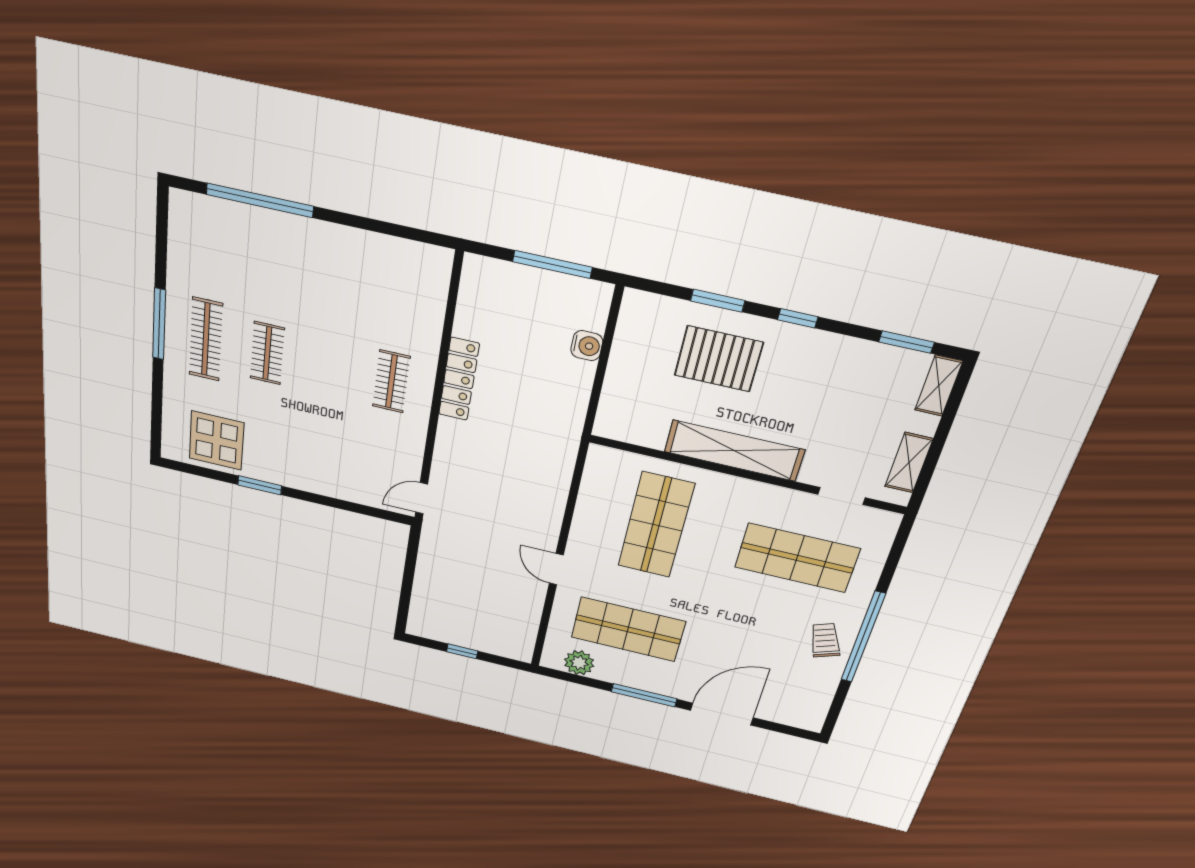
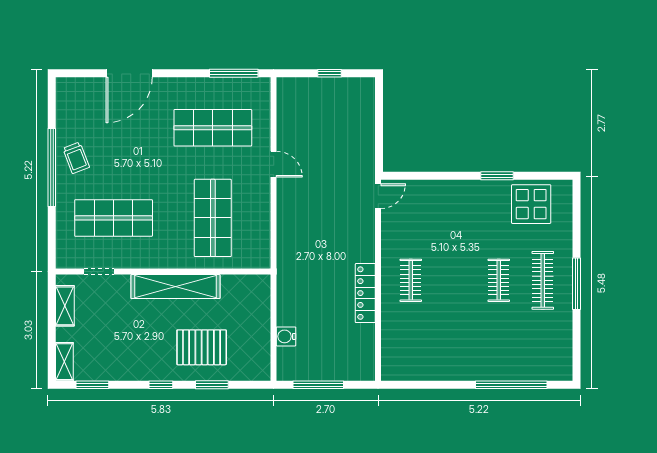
plant: (579, 663) -> (242, 88), removed
window: (644, 695) -> (234, 73), moved

